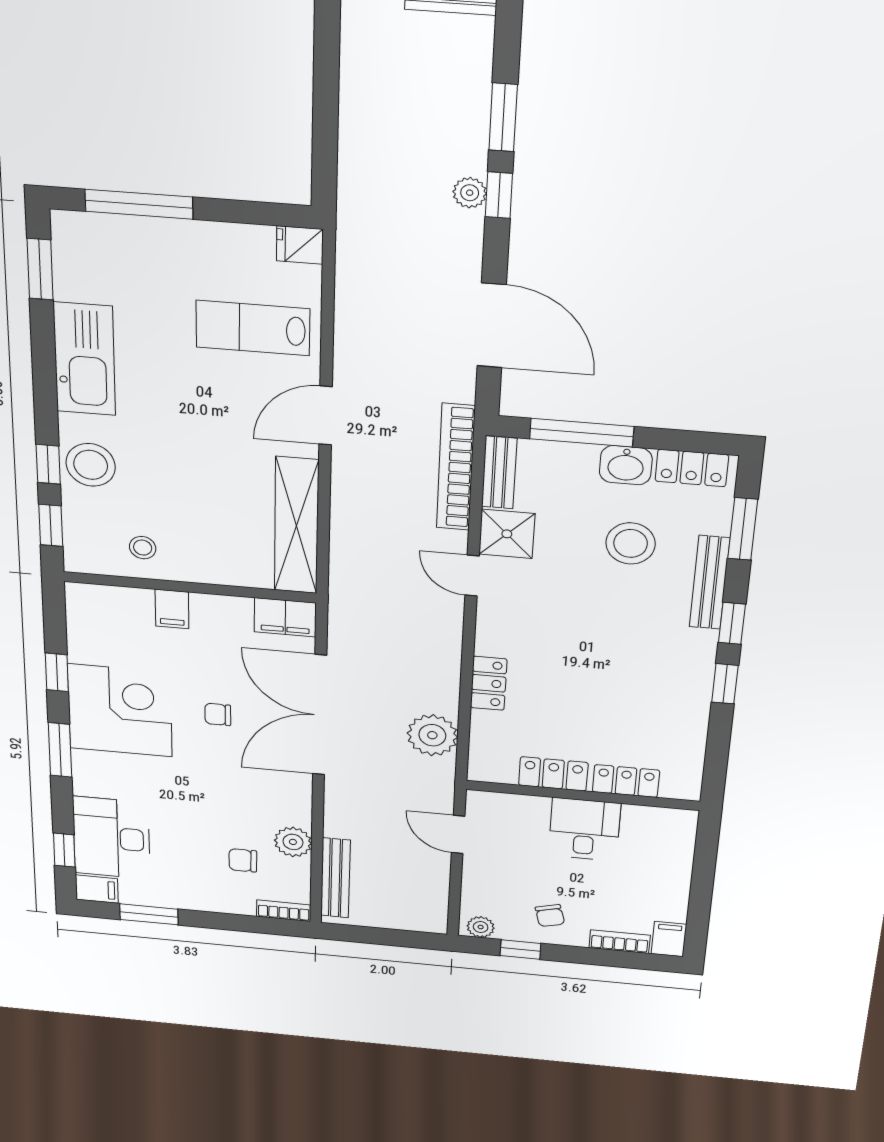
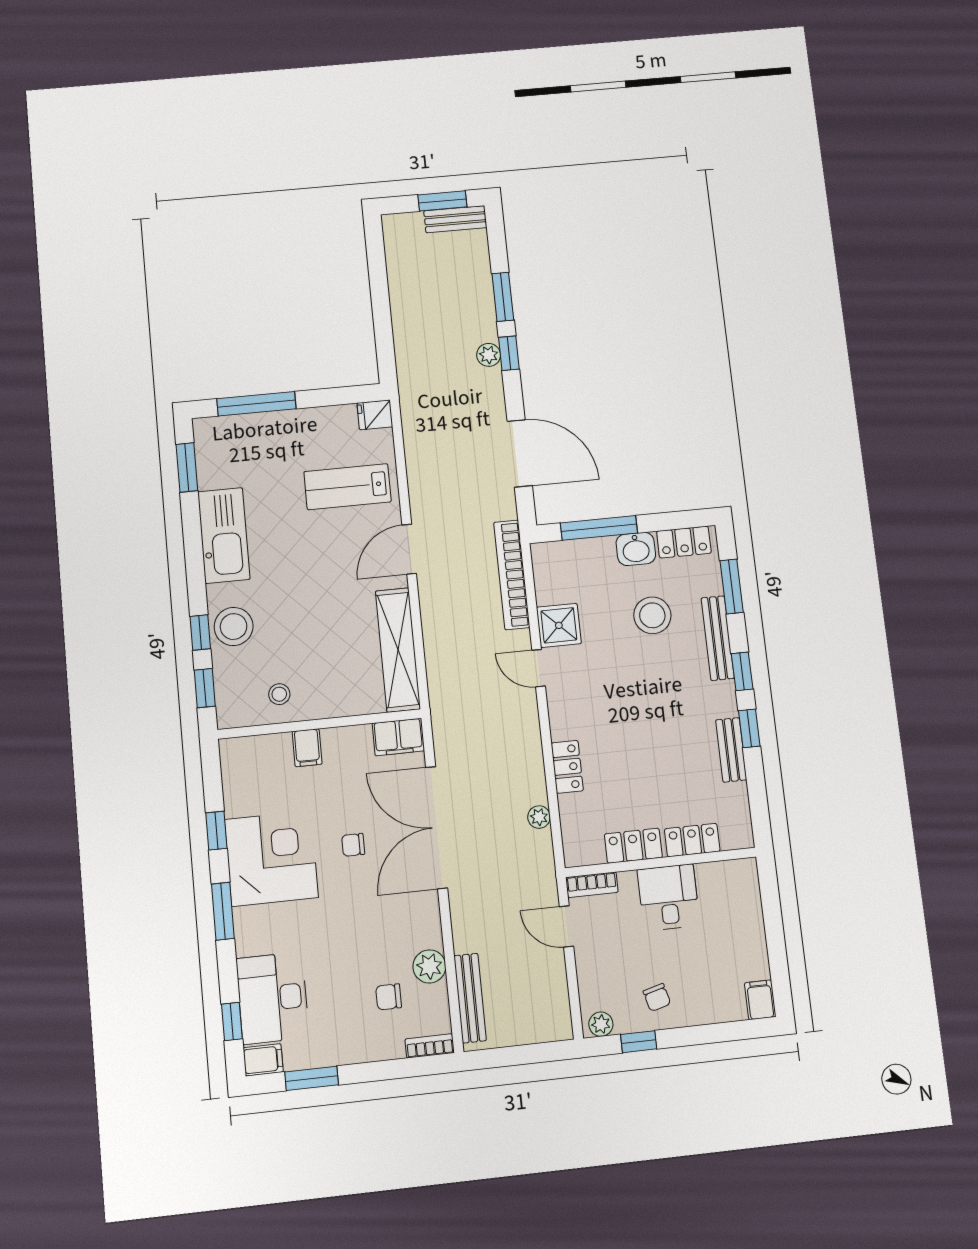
bench: (499, 473) -> (731, 750), moved
plant: (432, 735) -> (539, 817), width x0.53, depth x0.53
bookcase: (620, 942) -> (592, 885), moved, turned 180

